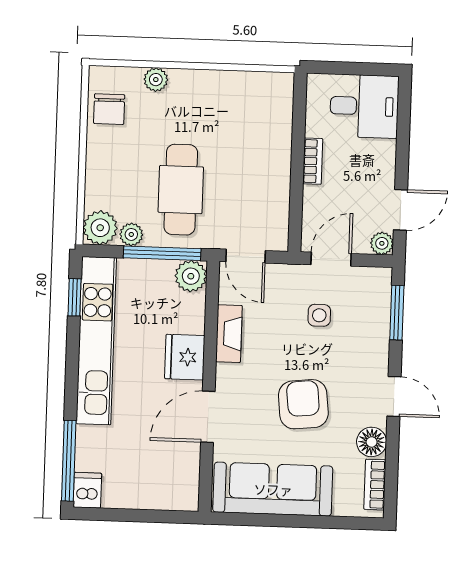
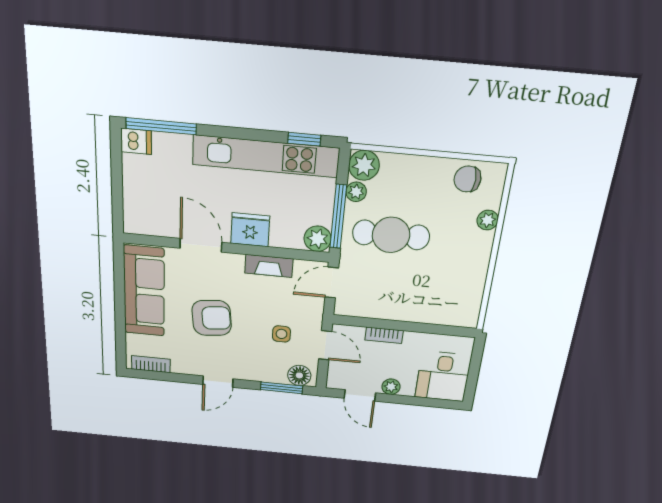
bookcase: (313, 161) -> (384, 335), moved
plant: (382, 243) -> (391, 387), moved
floor lamp: (372, 442) -> (299, 375), moved

